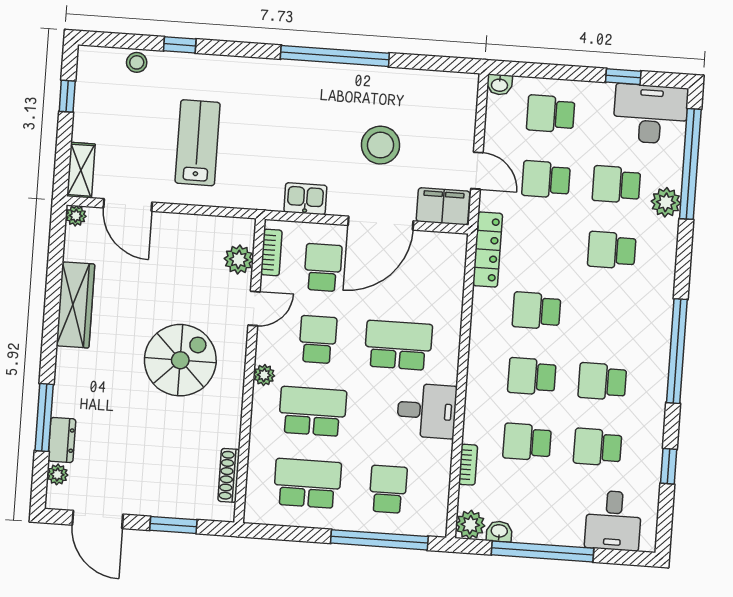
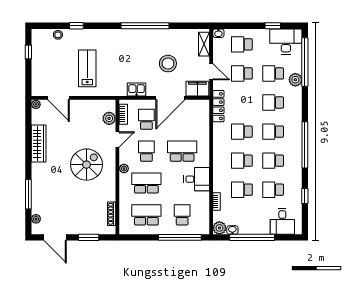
shelving: (81, 170) -> (204, 44), moved
school desk: (607, 316) -> (273, 132), added
dresser: (62, 440) -> (37, 203), removed

